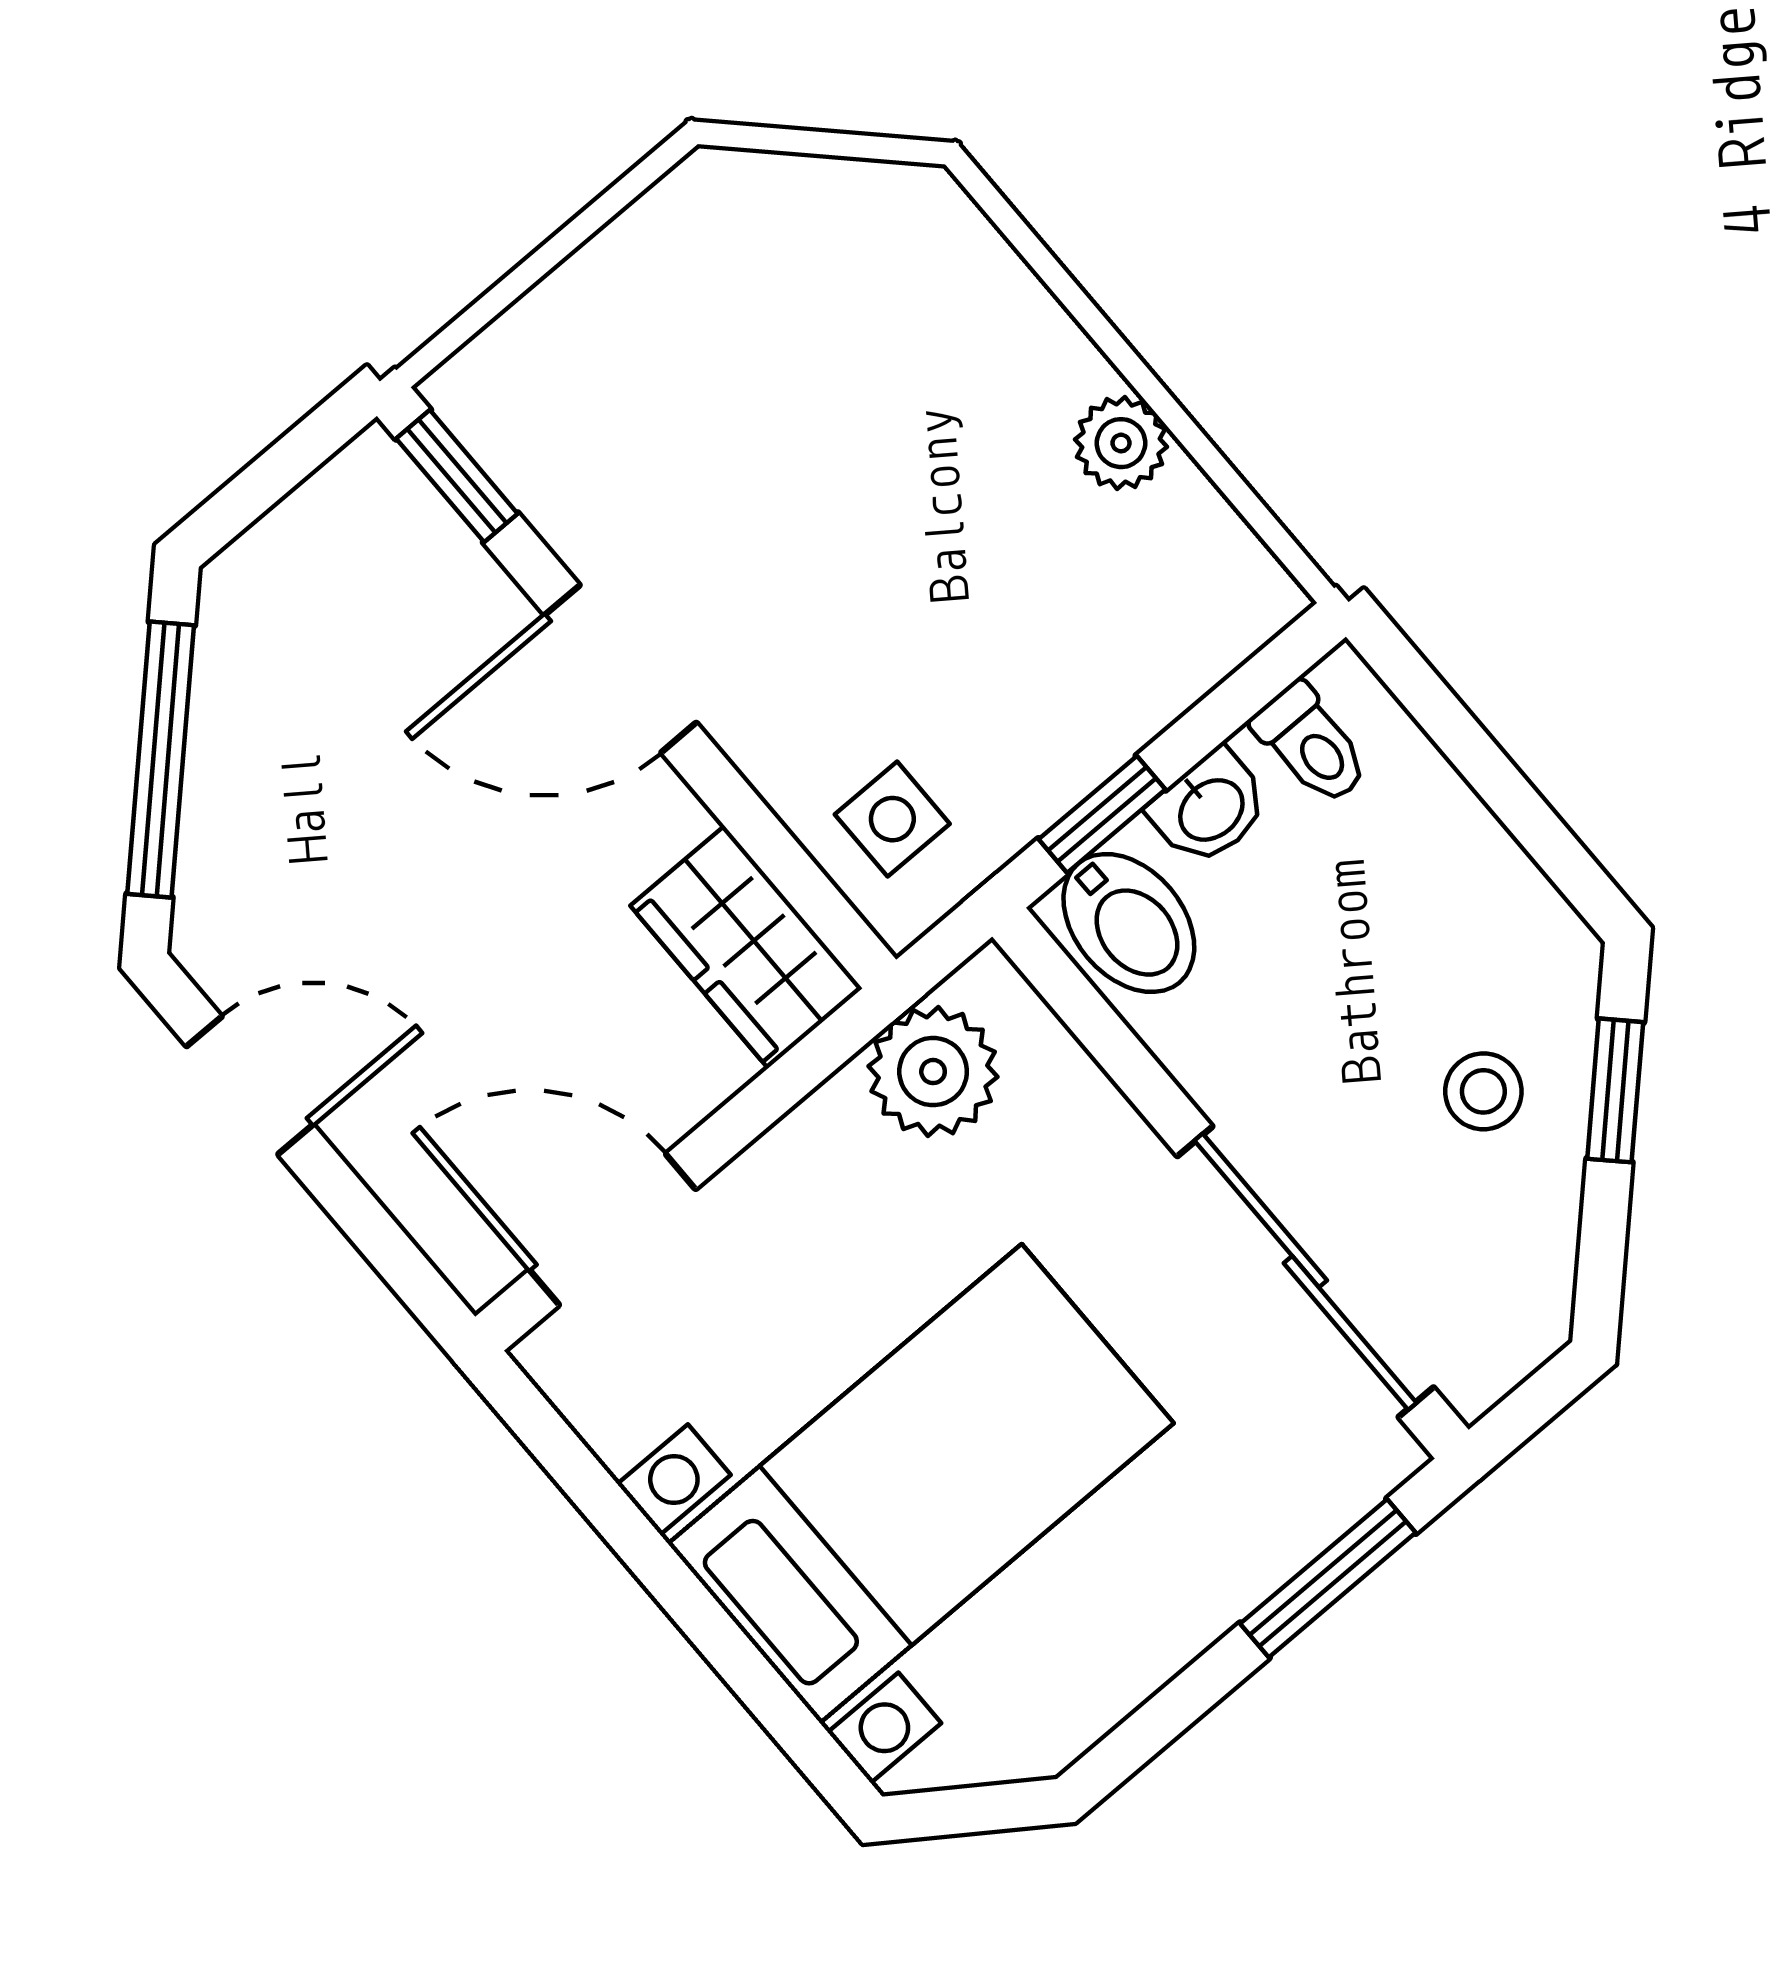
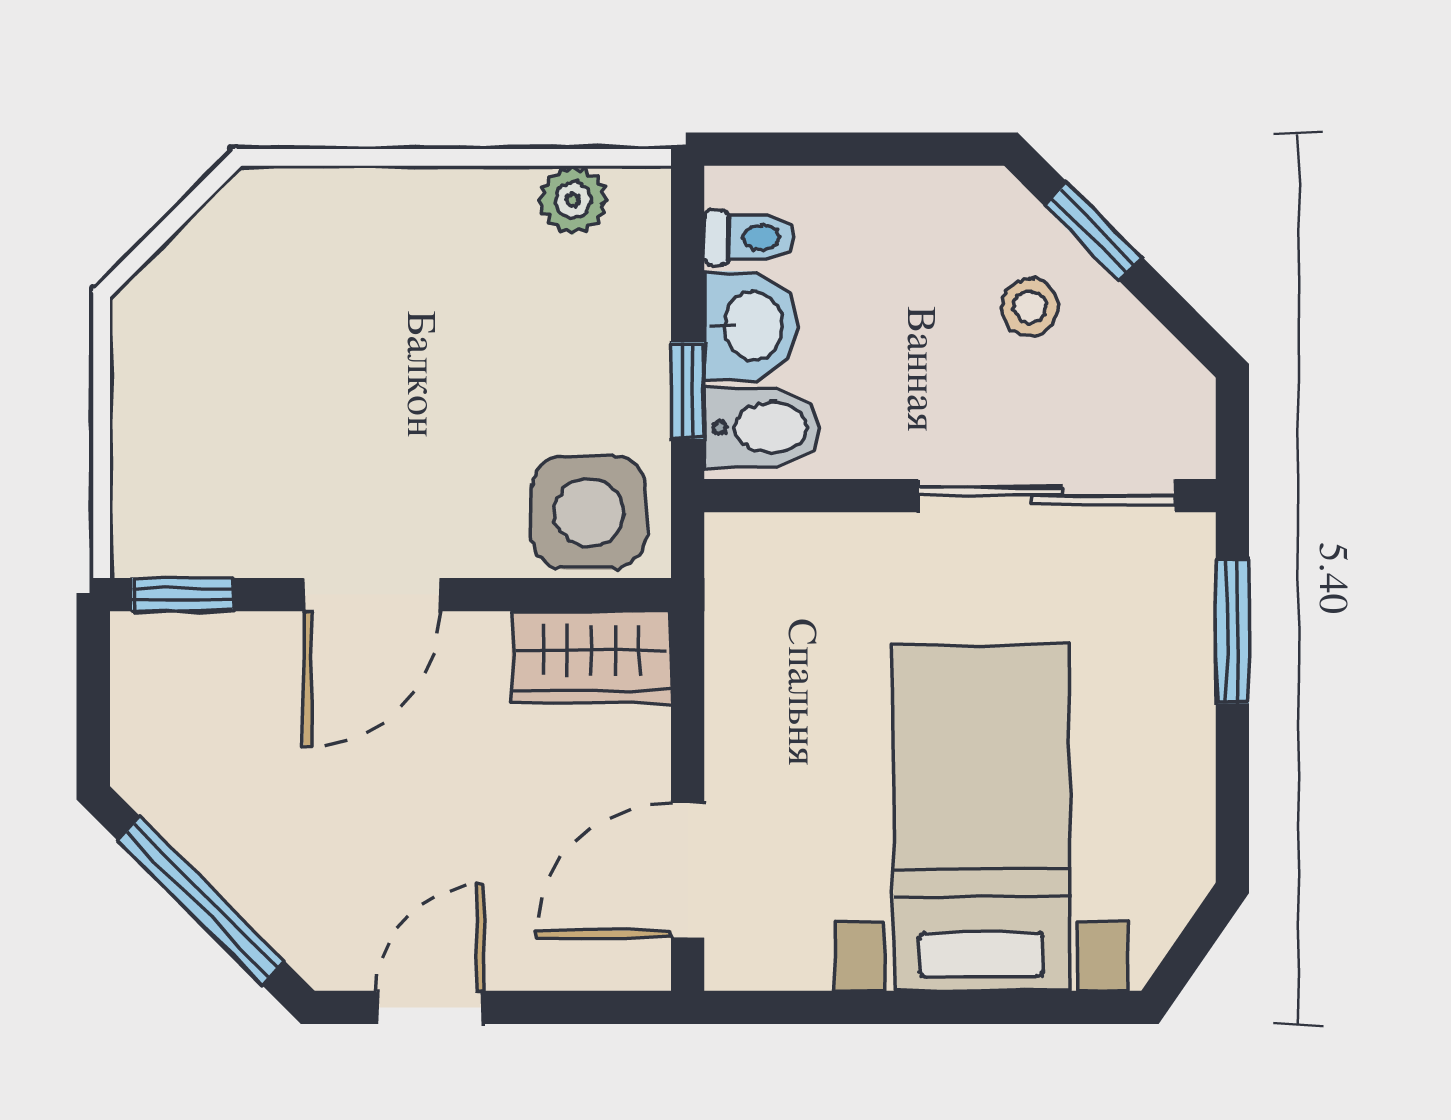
plant: (1121, 443) -> (573, 200), moved
washbasin: (1210, 808) -> (750, 326), width x1.38, depth x1.45
side table: (892, 819) -> (589, 512), width x1.87, depth x1.87
plant: (933, 1072) -> (753, 611), removed

